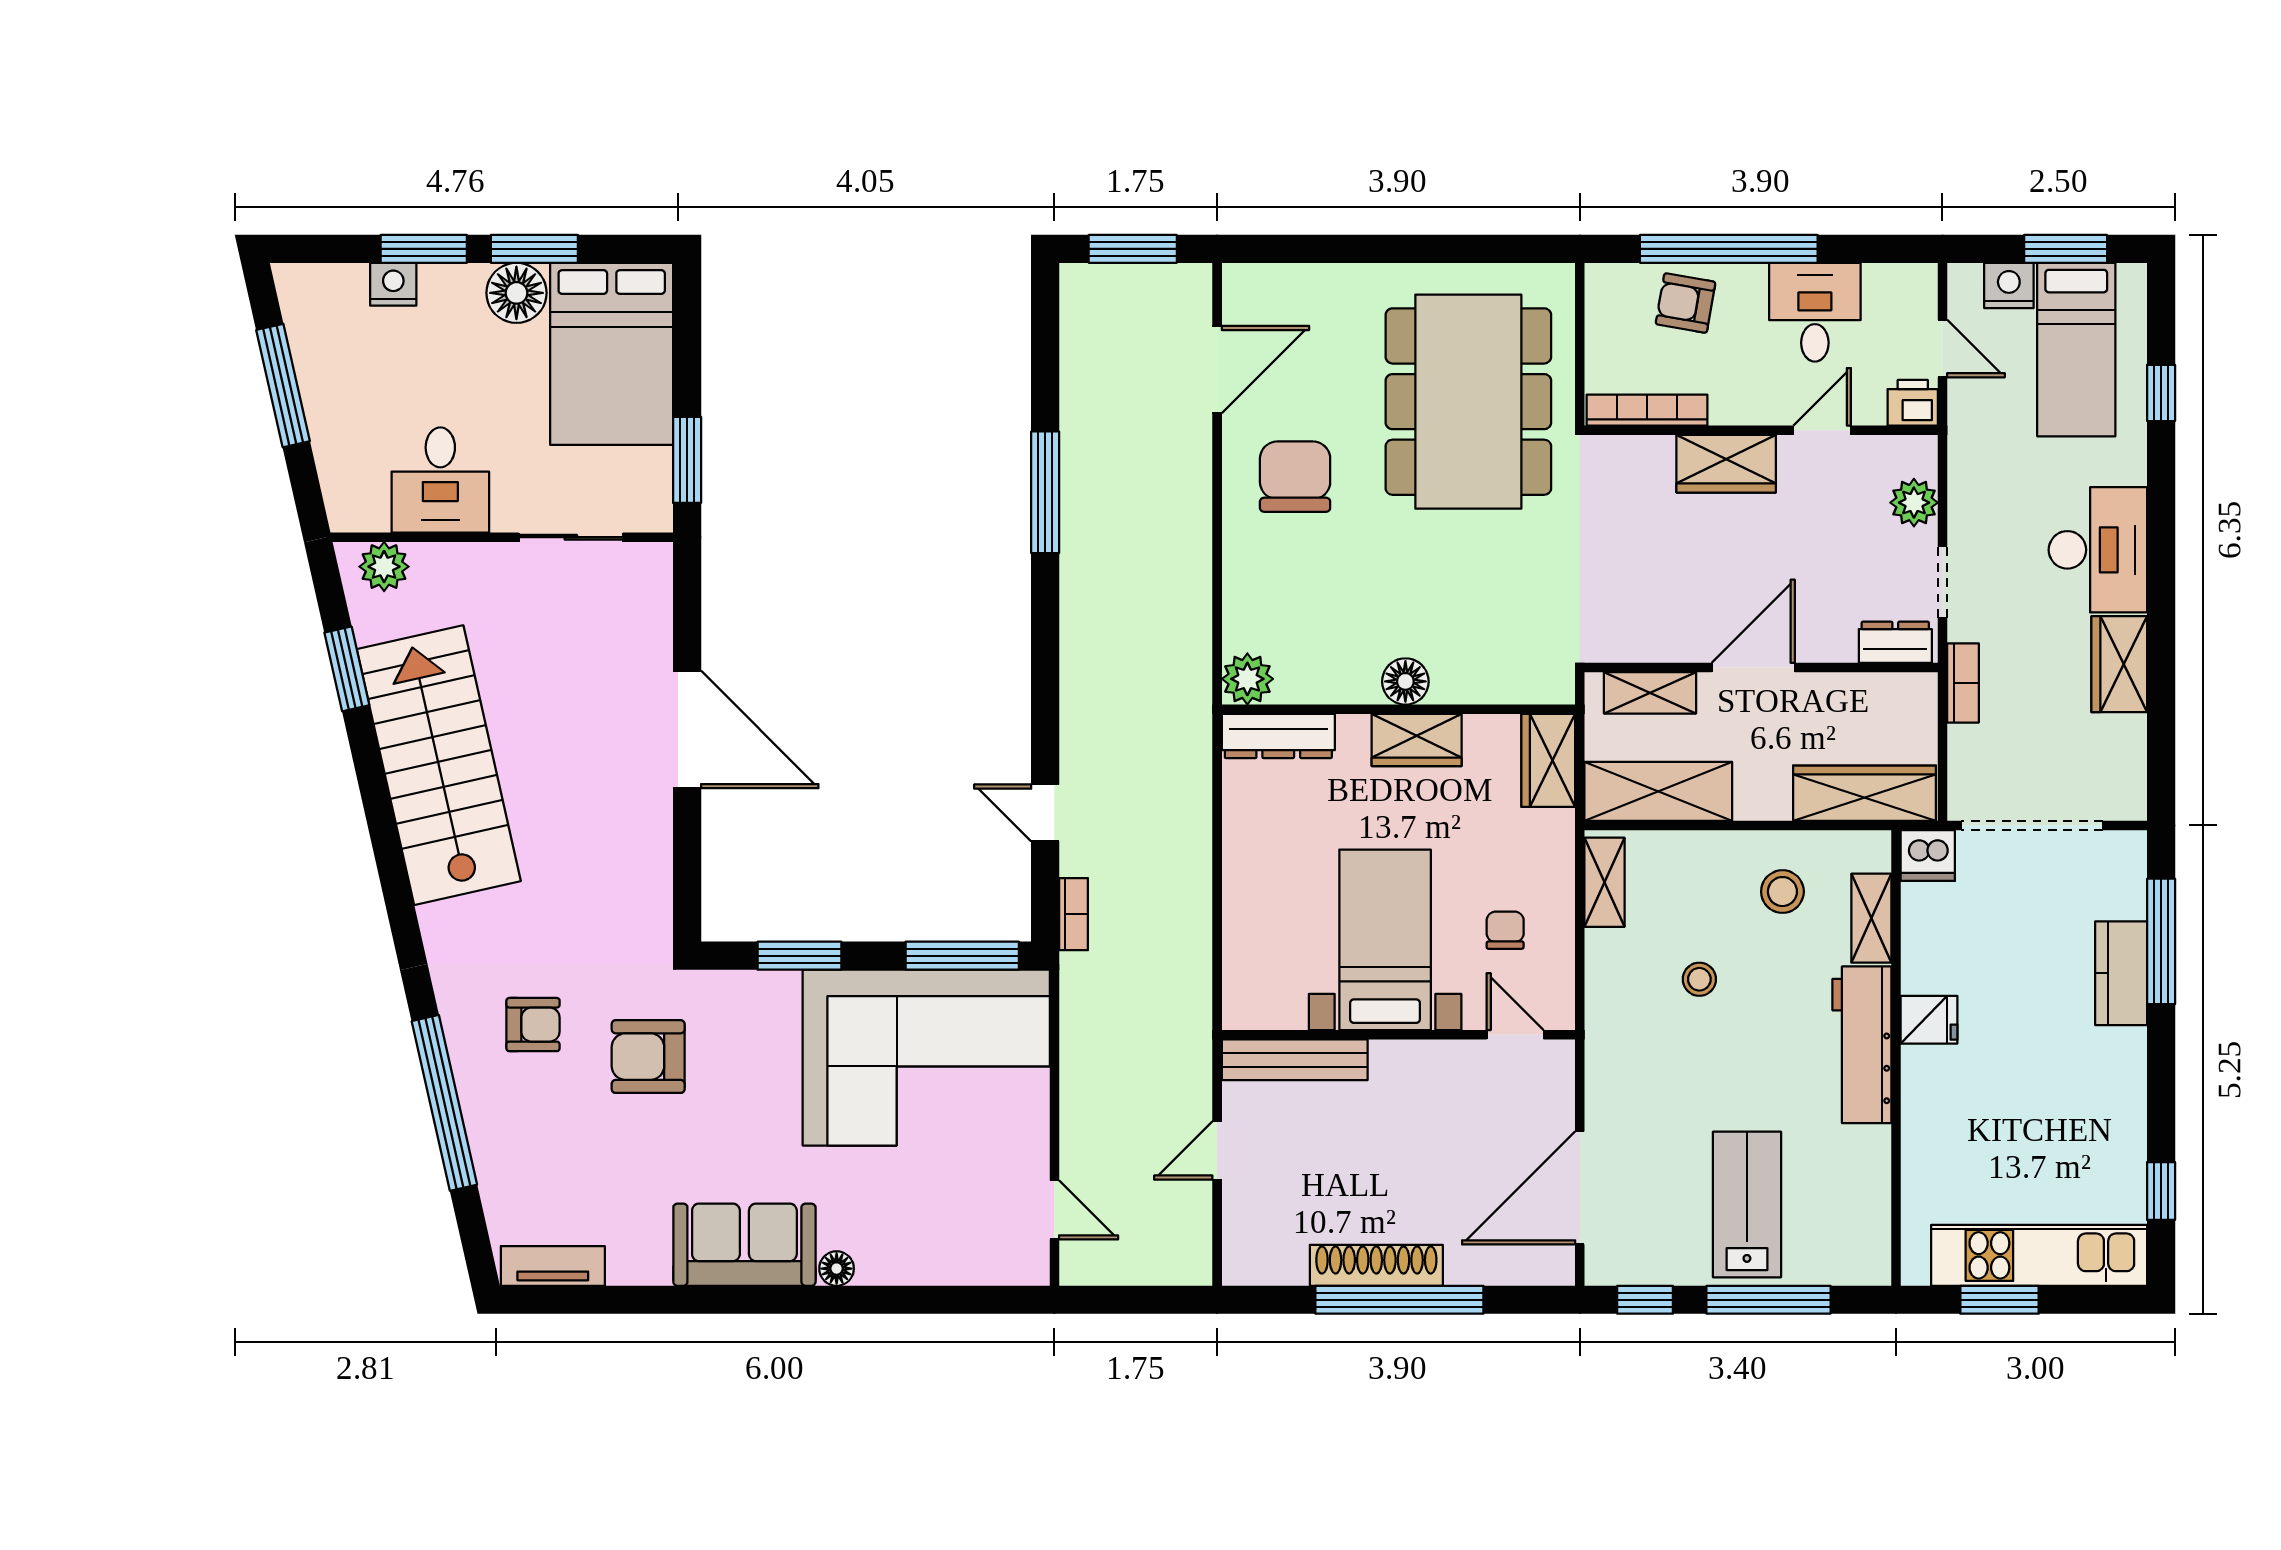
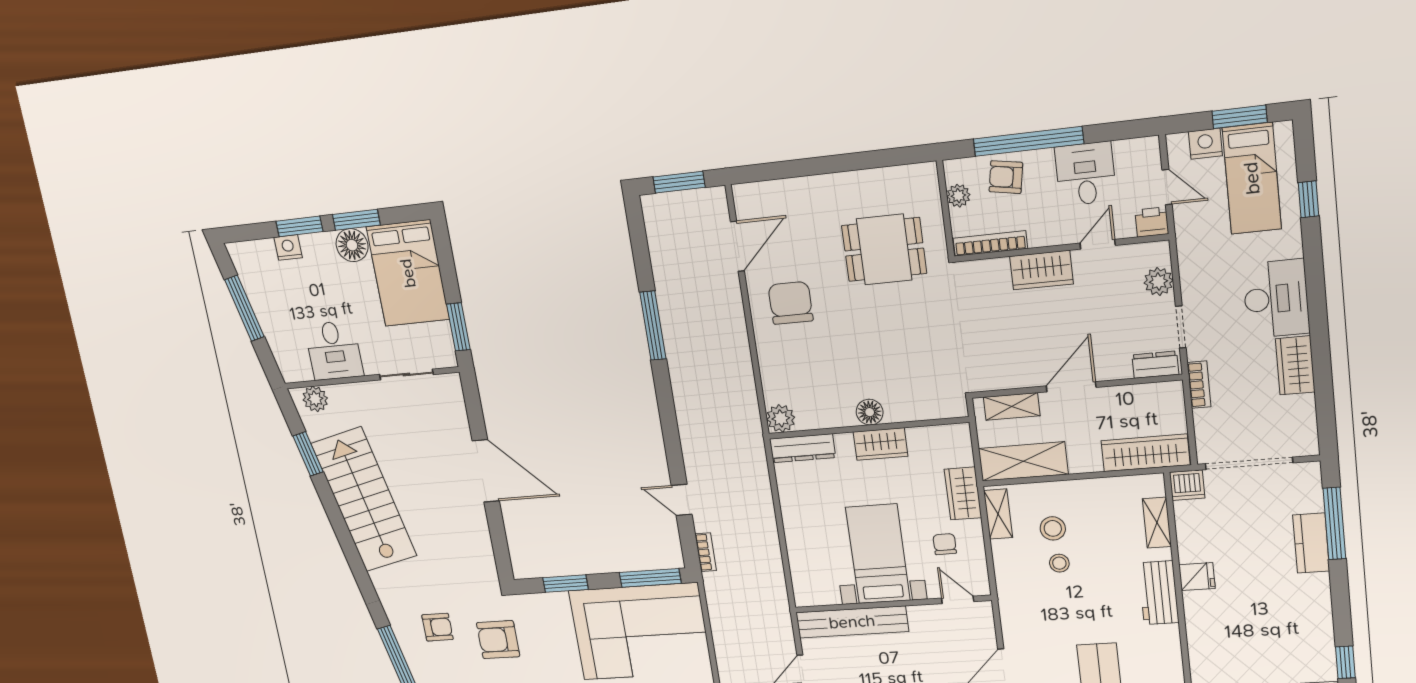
plant: (1604, 325) -> (958, 196), added
dining table: (1468, 402) -> (884, 249), width x0.53, depth x0.80
wardrobe: (1548, 760) -> (963, 493), moved
stool: (1782, 892) -> (1053, 528), moved
workbench: (1862, 1045) -> (1158, 593), width x0.73
bench: (1295, 1060) -> (852, 622), width x1.37, depth x1.21

